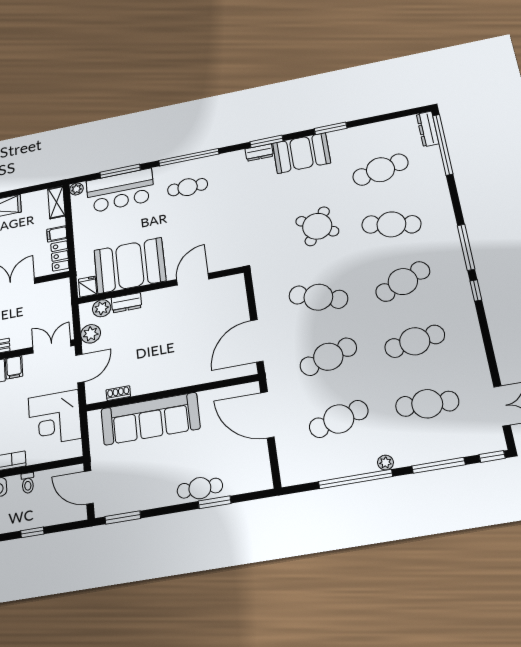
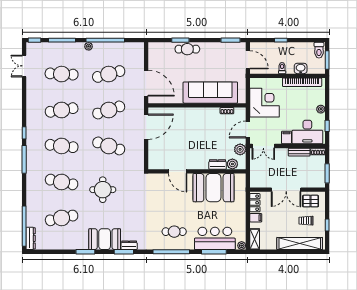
round table: (317, 226) -> (103, 190), turned -31
door: (193, 279) -> (178, 171), hinge flipped
cafe table: (403, 281) -> (62, 146), turned 30
fridge: (88, 287) -> (240, 179), removed

